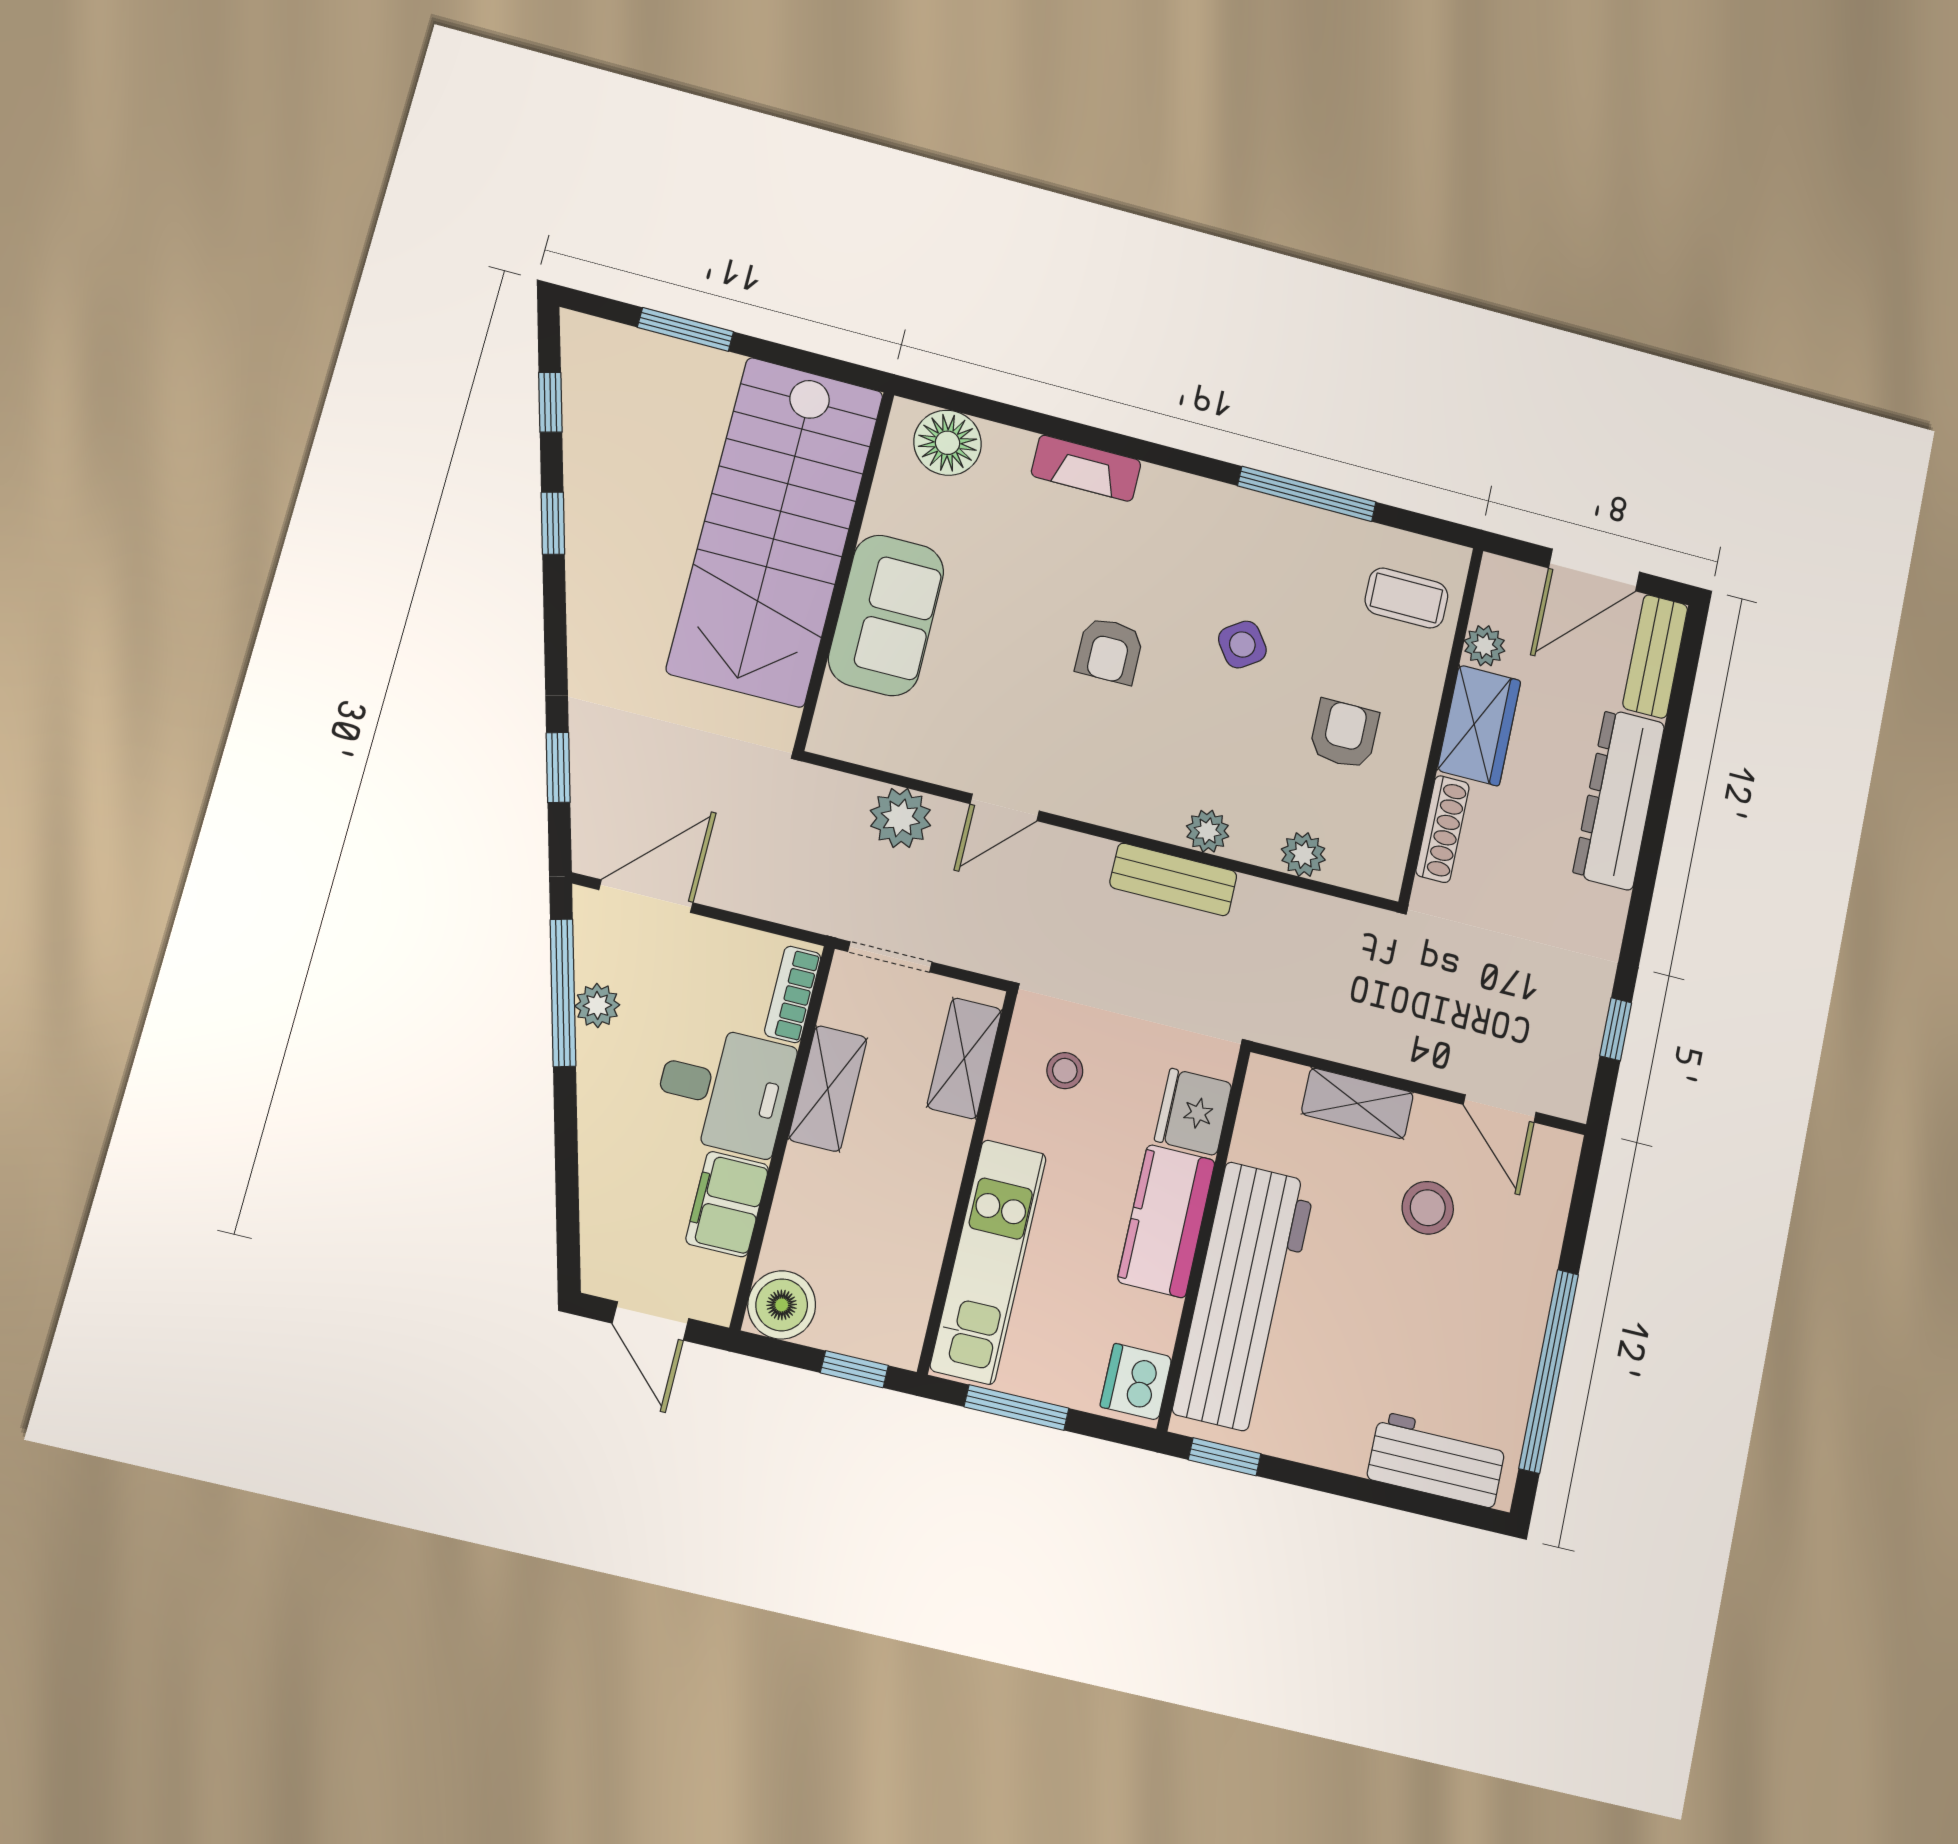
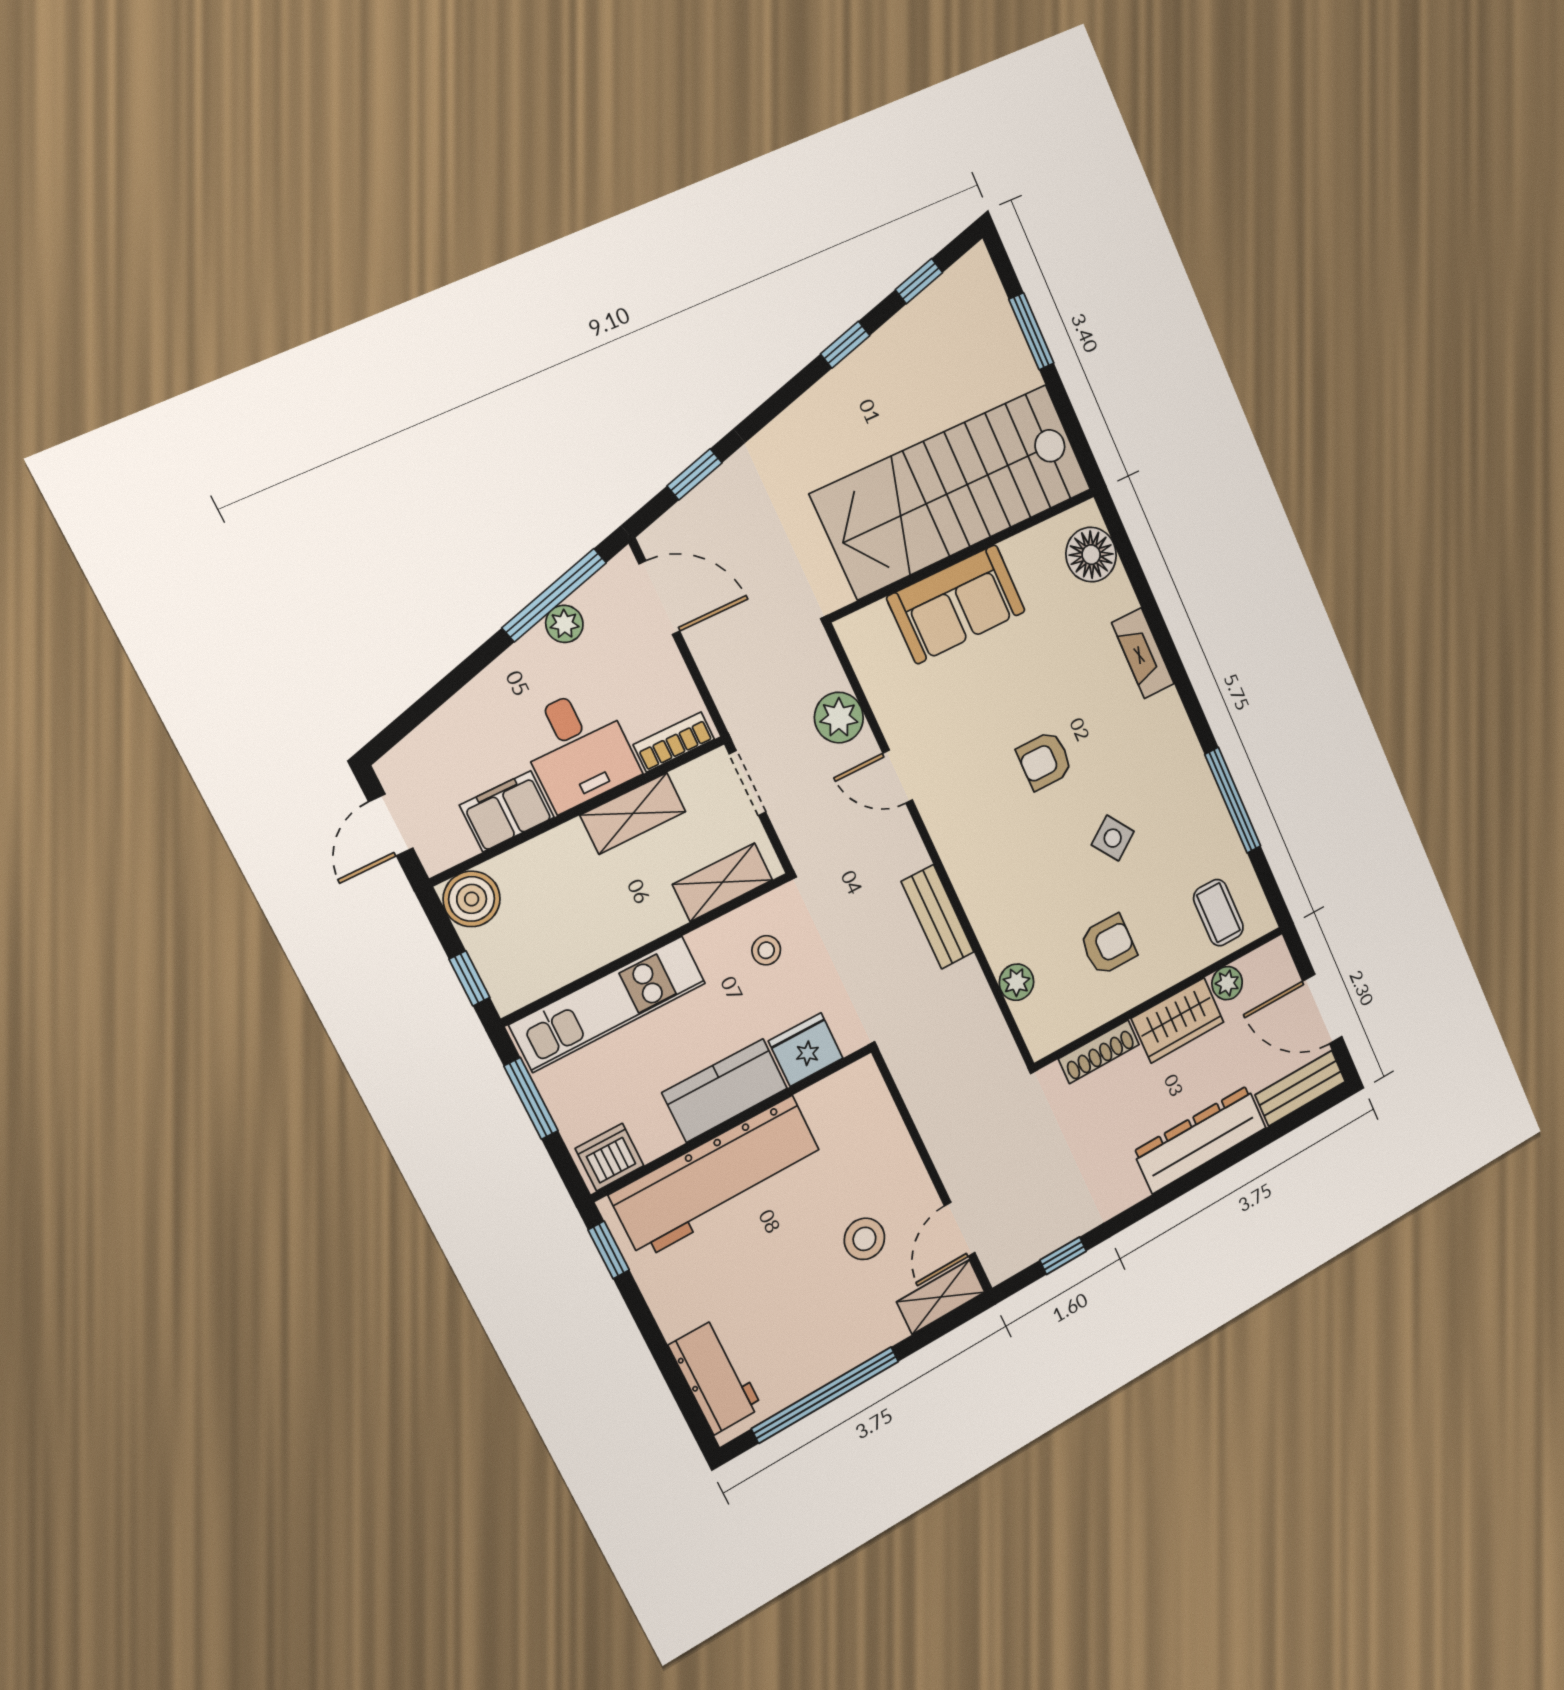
plant: (1208, 831) -> (984, 913), removed
shelving: (1357, 1103) -> (941, 1297), moved, turned 90

